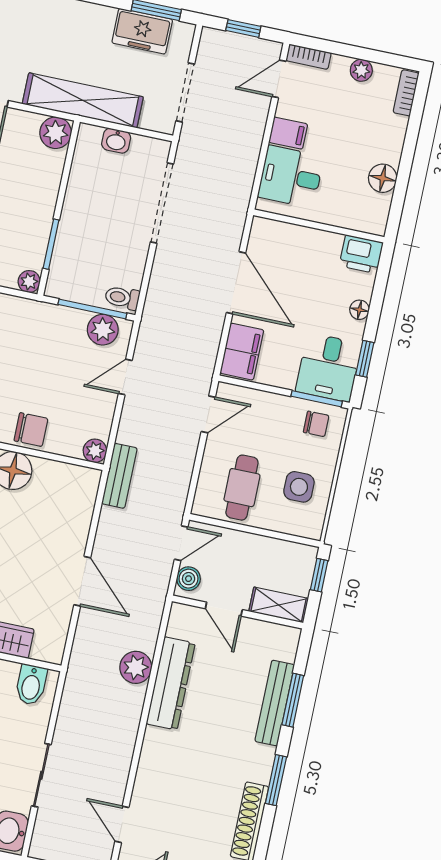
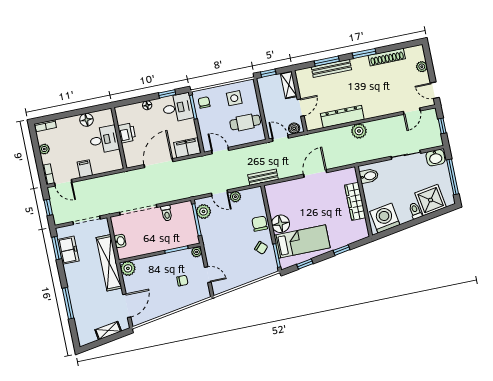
desk: (291, 177) -> (104, 140), moved, turned -90
printer: (361, 254) -> (127, 133), moved
toilet: (122, 298) -> (167, 213), moved
plant: (95, 451) -> (235, 197), moved
plant: (136, 667) -> (359, 131), moved

